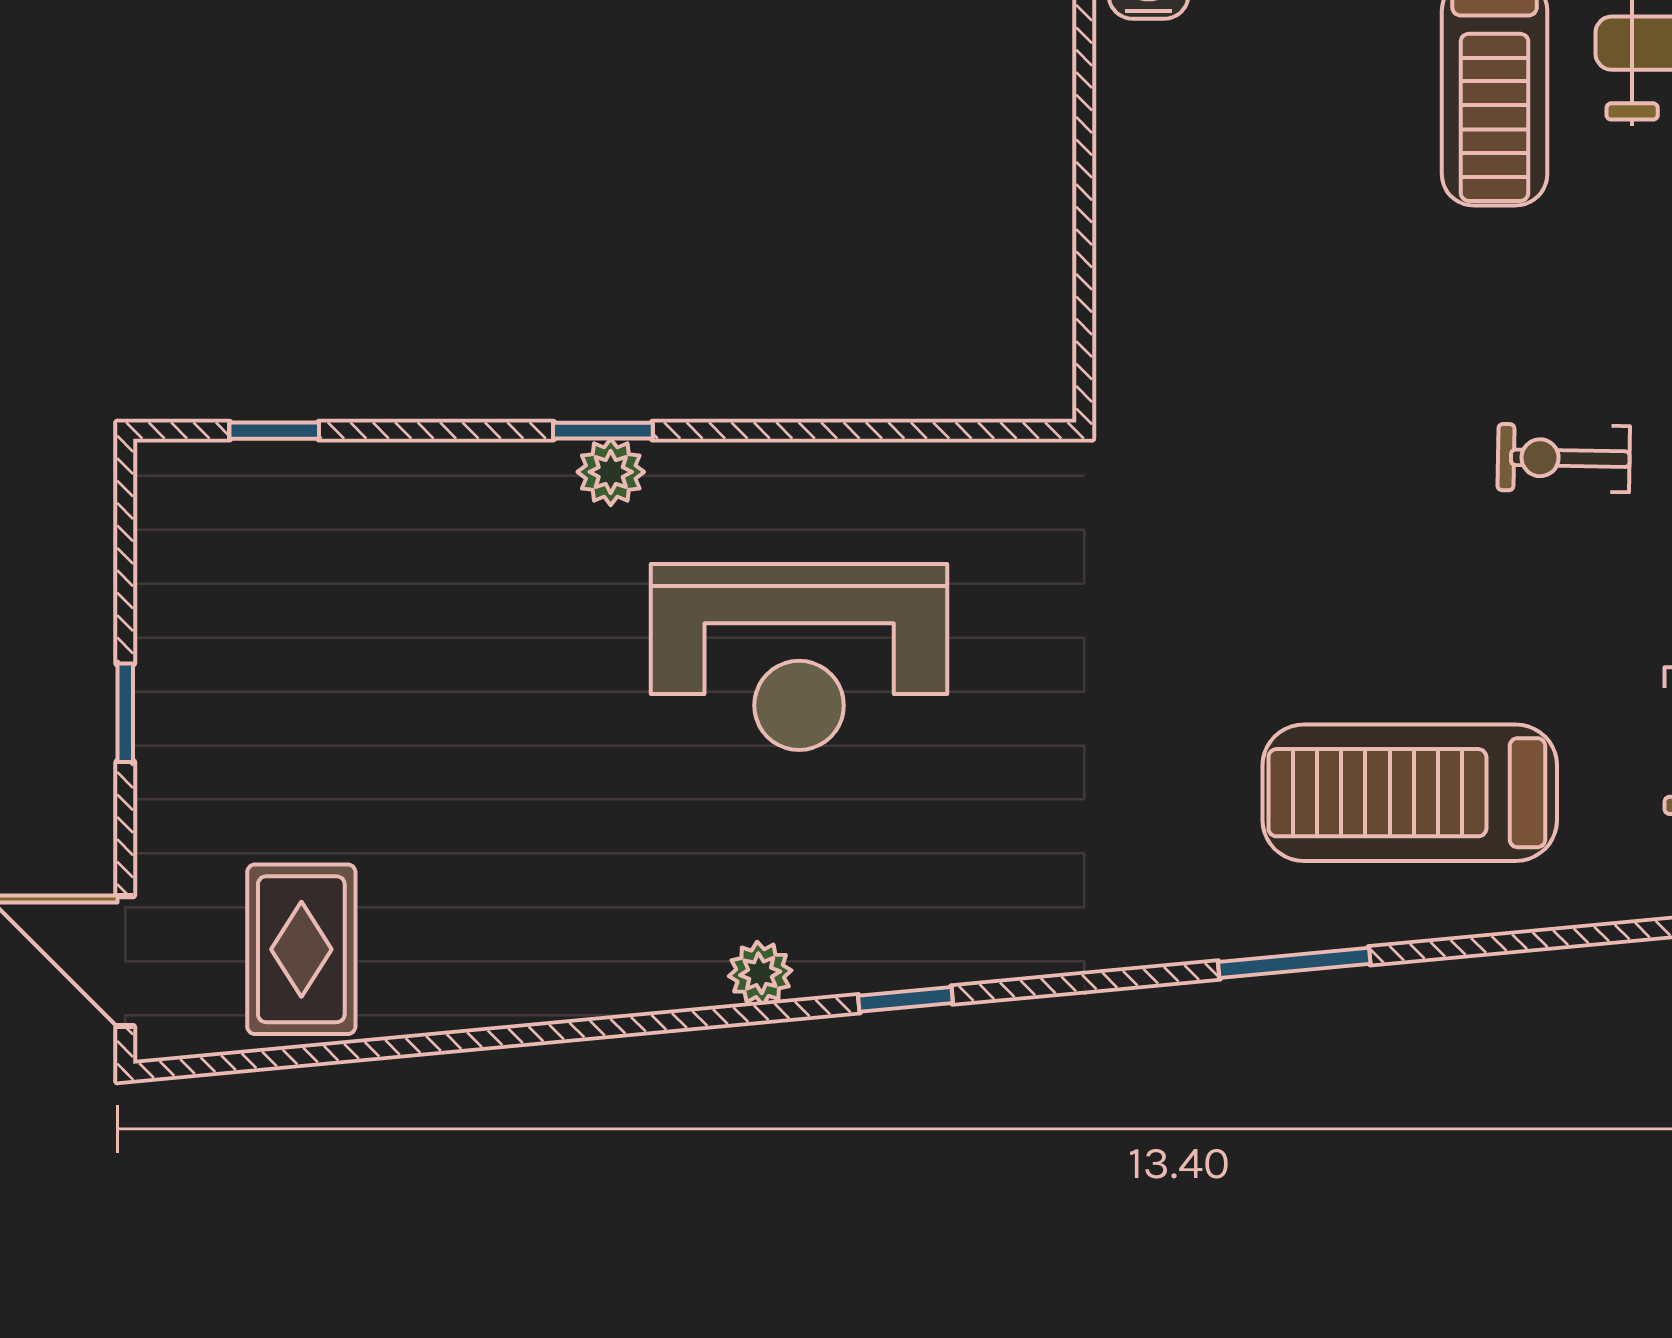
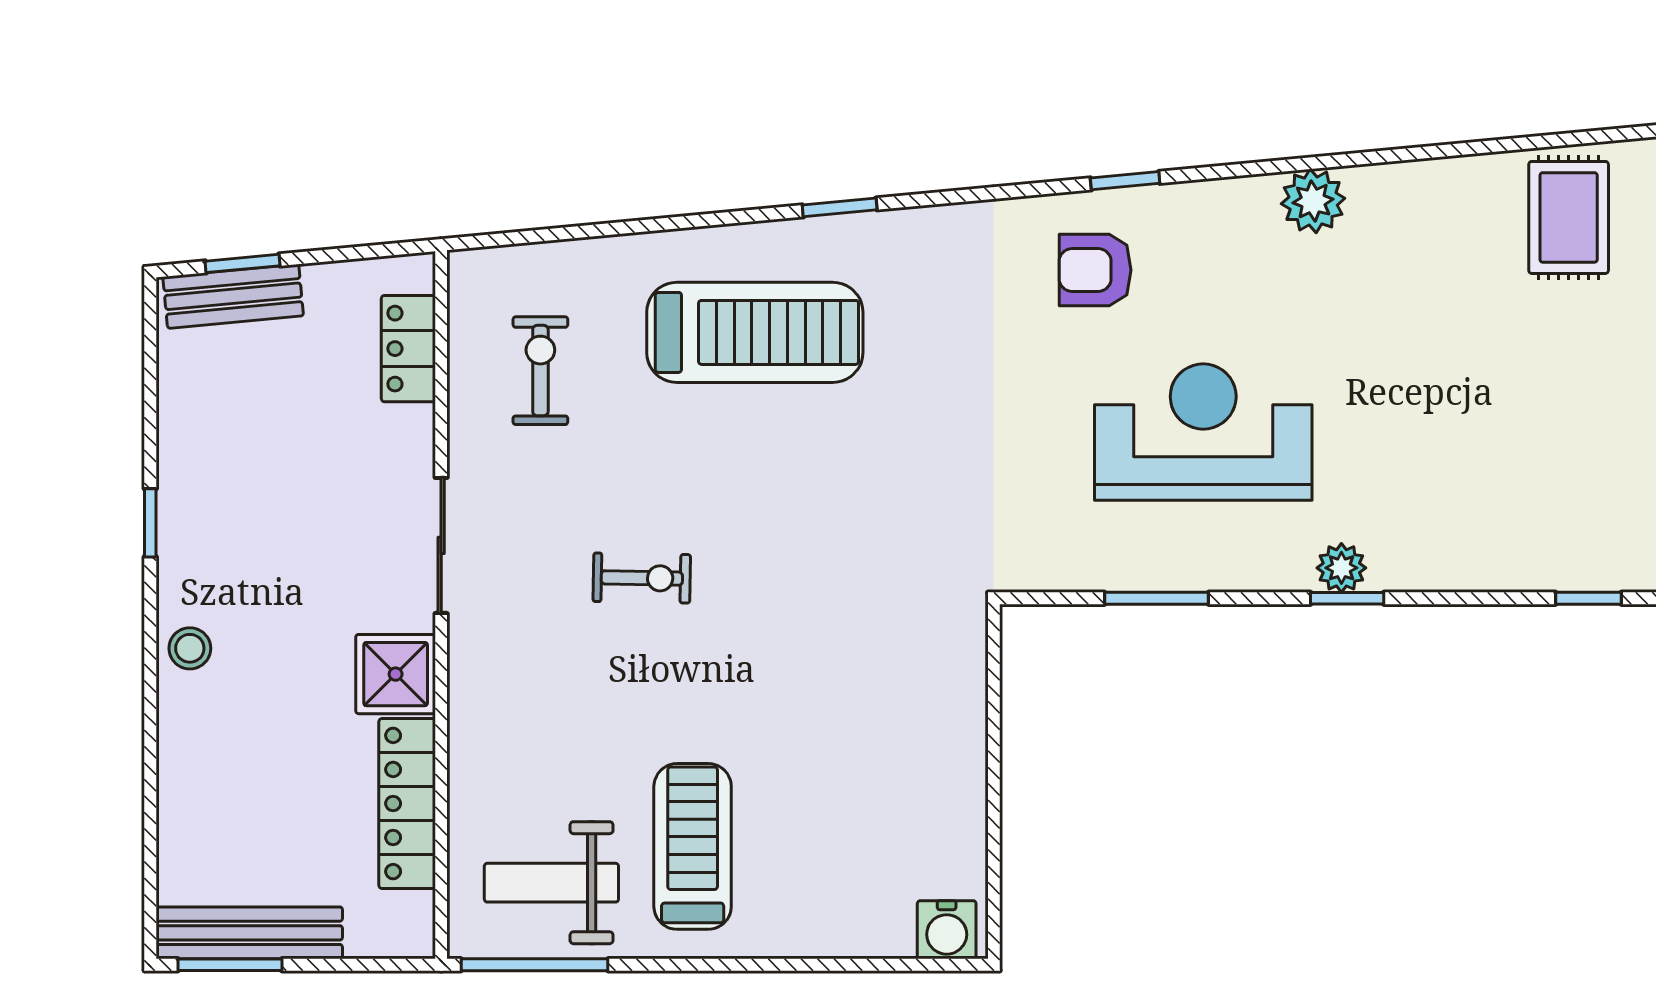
window: (863, 431) -> (1157, 598), added
armchair: (946, 878) -> (1095, 270), added
window: (1294, 963) -> (840, 207), width x0.67
plant: (760, 973) -> (1313, 201), moved, width x1.38, depth x1.38

